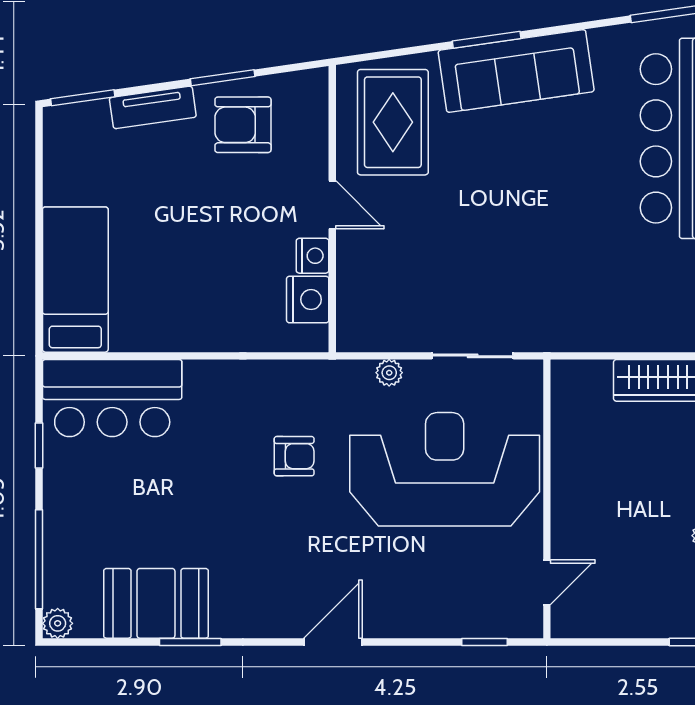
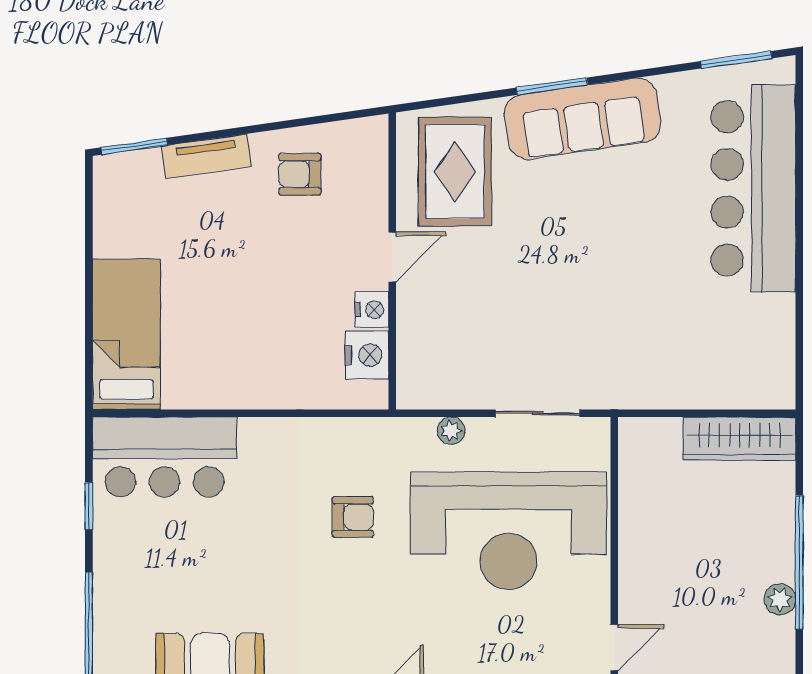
window: (223, 78) -> (279, 125), removed
armchair: (243, 125) -> (300, 174), width x0.72, depth x0.72
door: (332, 205) -> (392, 257), hinge flipped
reception desk: (445, 469) -> (509, 531), turned 180

